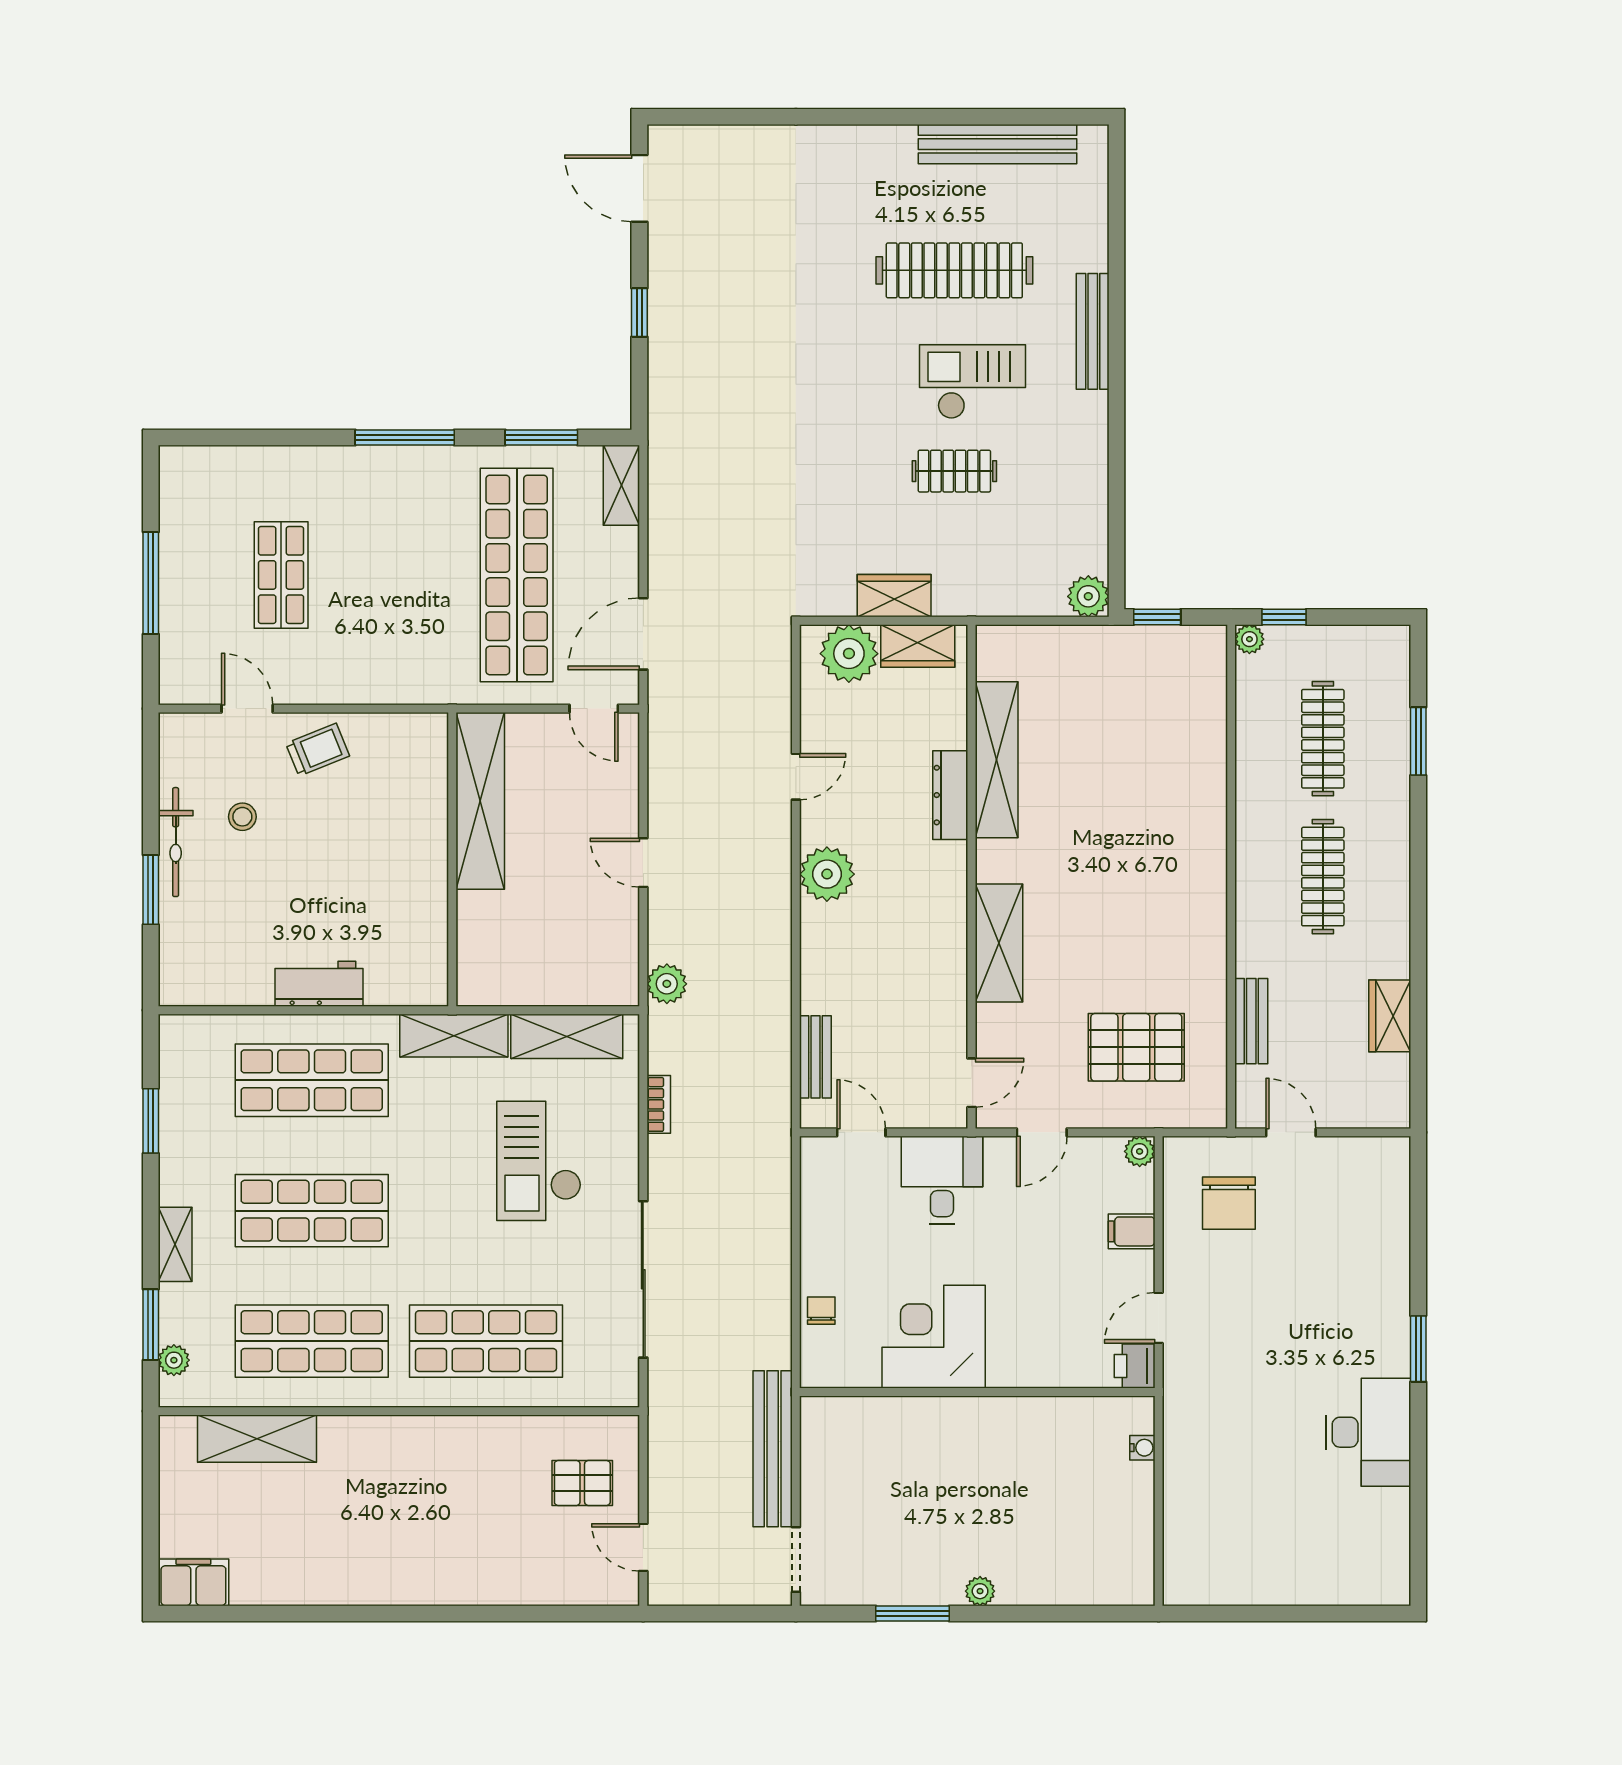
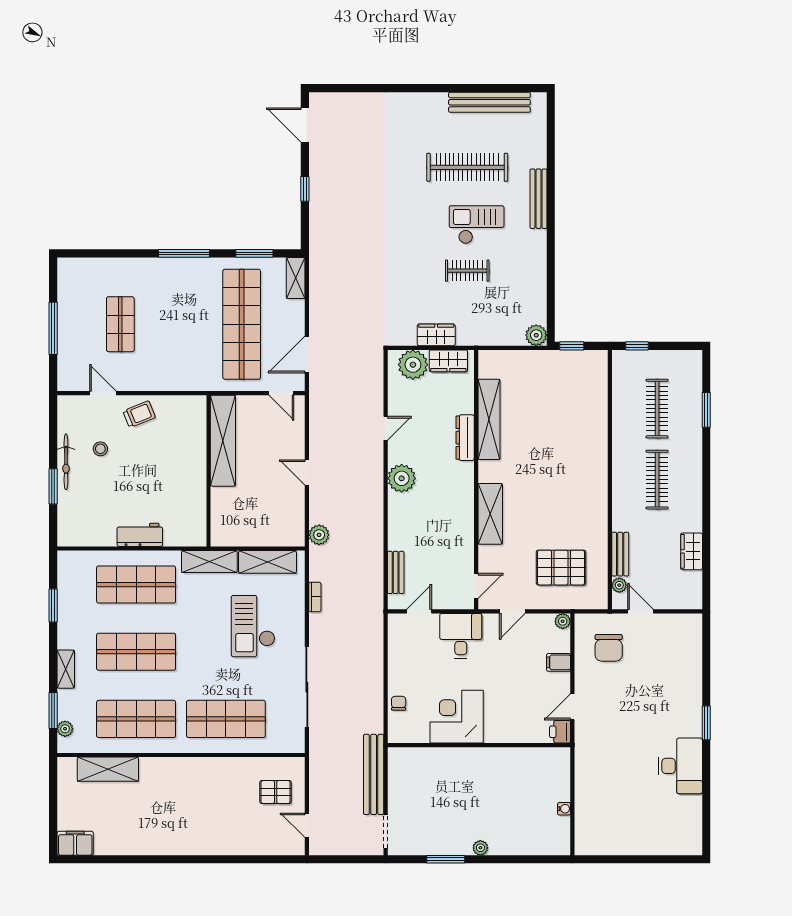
plant: (1249, 639) -> (619, 585), moved
door: (861, 1132) -> (419, 611), hinge flipped
water cooler: (1142, 1448) -> (564, 809), moved

